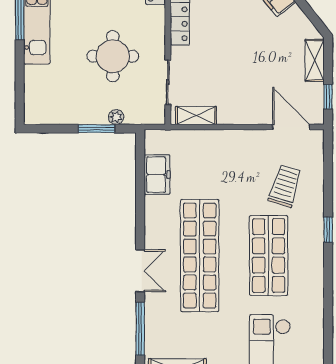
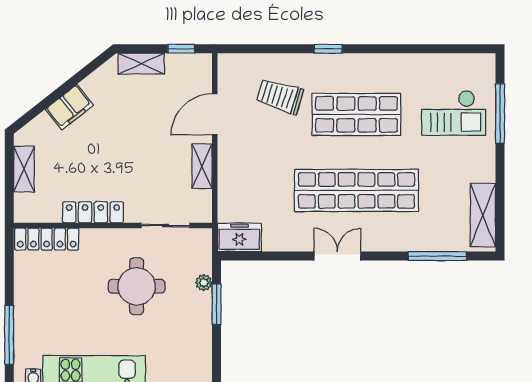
shelving: (196, 115) -> (202, 166), moved
door: (291, 127) -> (215, 114), moved
freezer: (157, 175) -> (239, 237), moved
double door: (140, 271) -> (337, 256), moved

